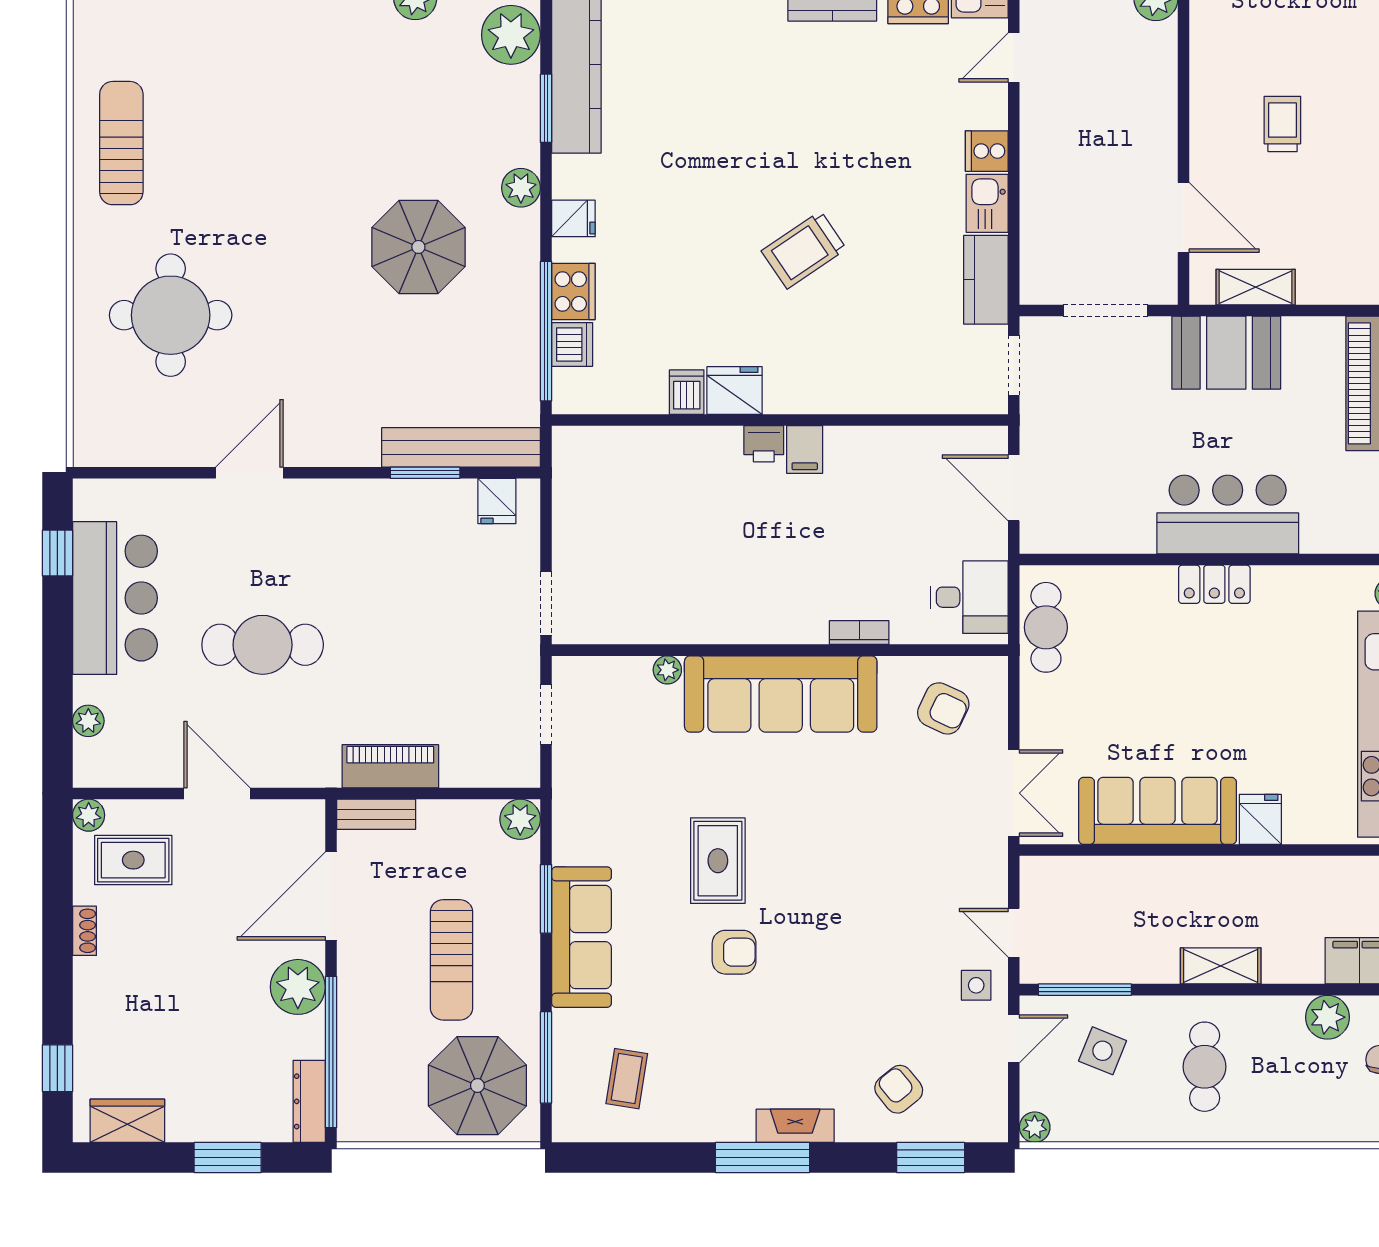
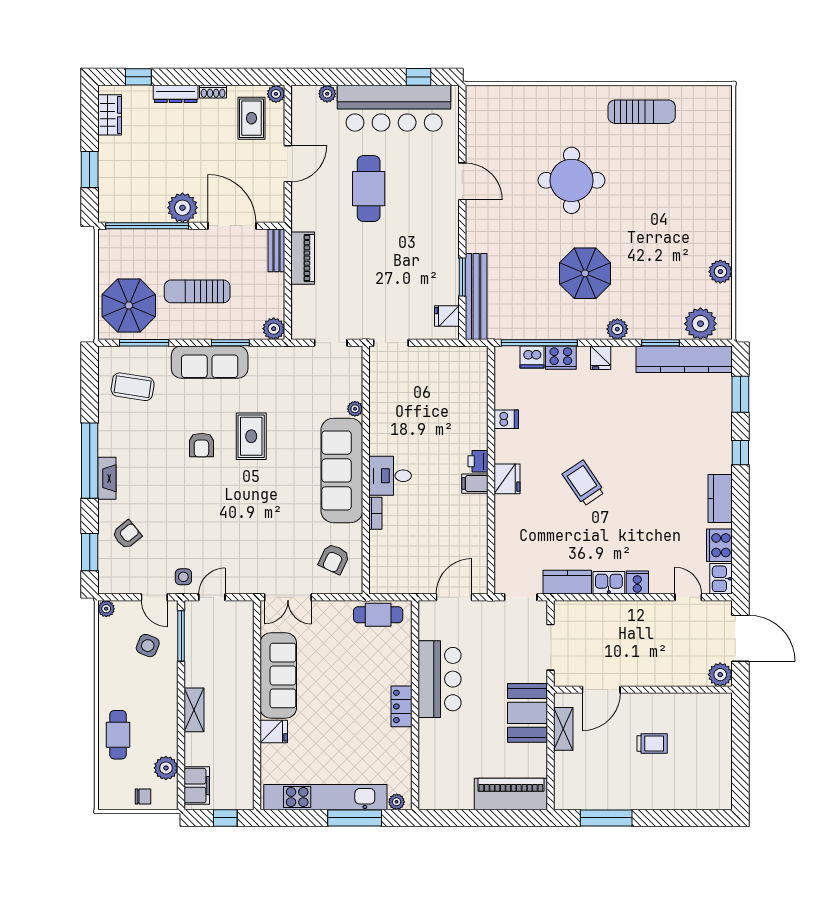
round table: (171, 315) -> (572, 180), moved
fridge: (735, 391) -> (507, 479), moved
bar counter: (1228, 515) -> (440, 679), moved
desk: (969, 597) -> (390, 476), moved, turned 90
bar counter: (115, 598) -> (394, 108), width x1.36
rug: (718, 861) -> (251, 436), turned 90
cafe table: (1205, 1067) -> (118, 735), moved, turned 90
coffee table: (627, 1079) -> (133, 387), width x1.36, depth x1.30
dresser: (309, 1101) -> (176, 94), moved, turned 180
window: (762, 1158) -> (90, 461), width x1.46

